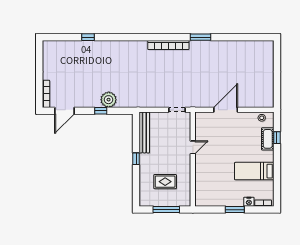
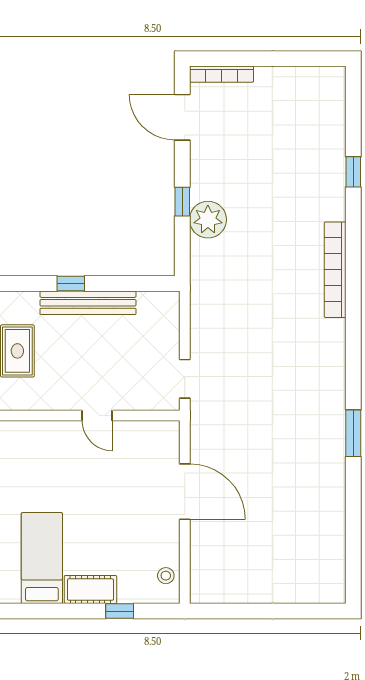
bookcase: (168, 45) -> (335, 270), moved
bench: (144, 132) -> (88, 303), moved
cot: (268, 139) -> (90, 590), moved

